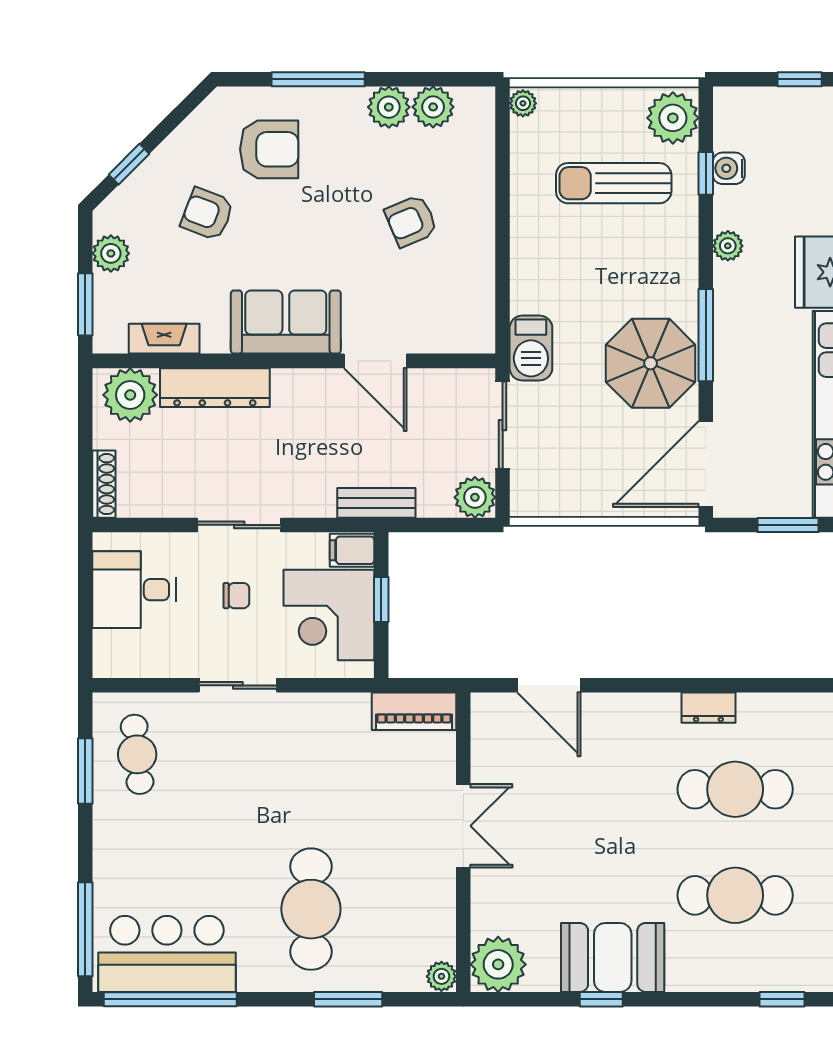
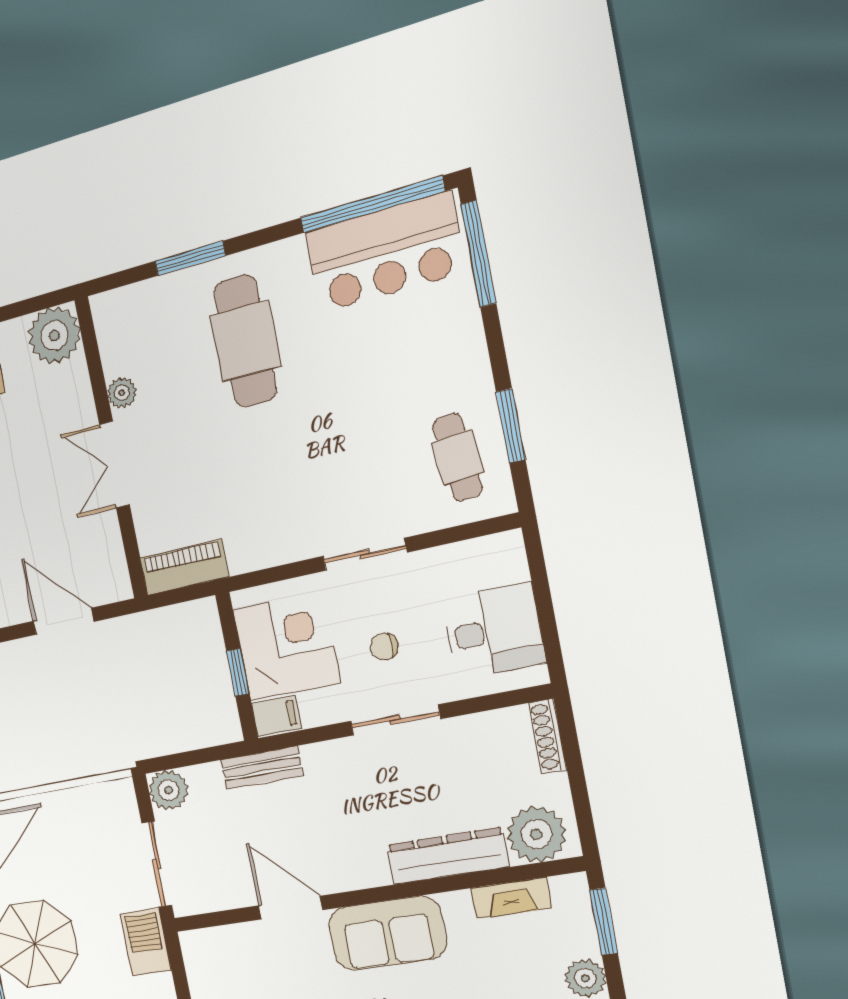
plant: (441, 976) -> (122, 393), moved

